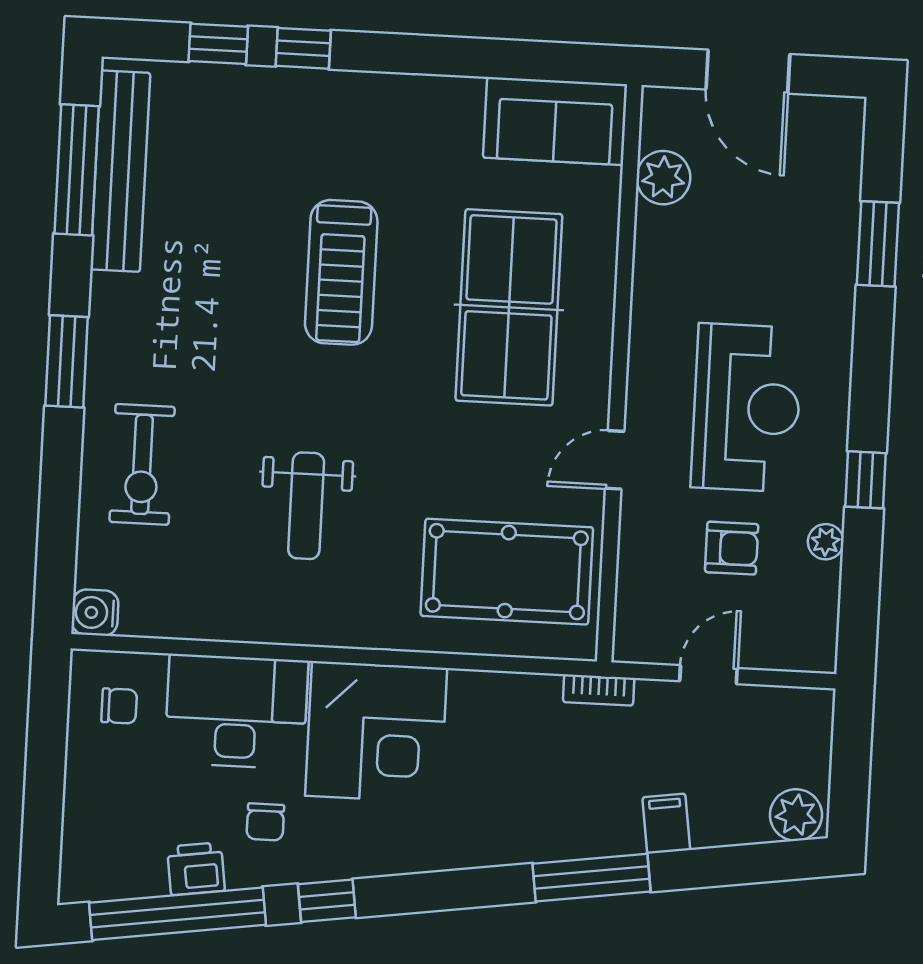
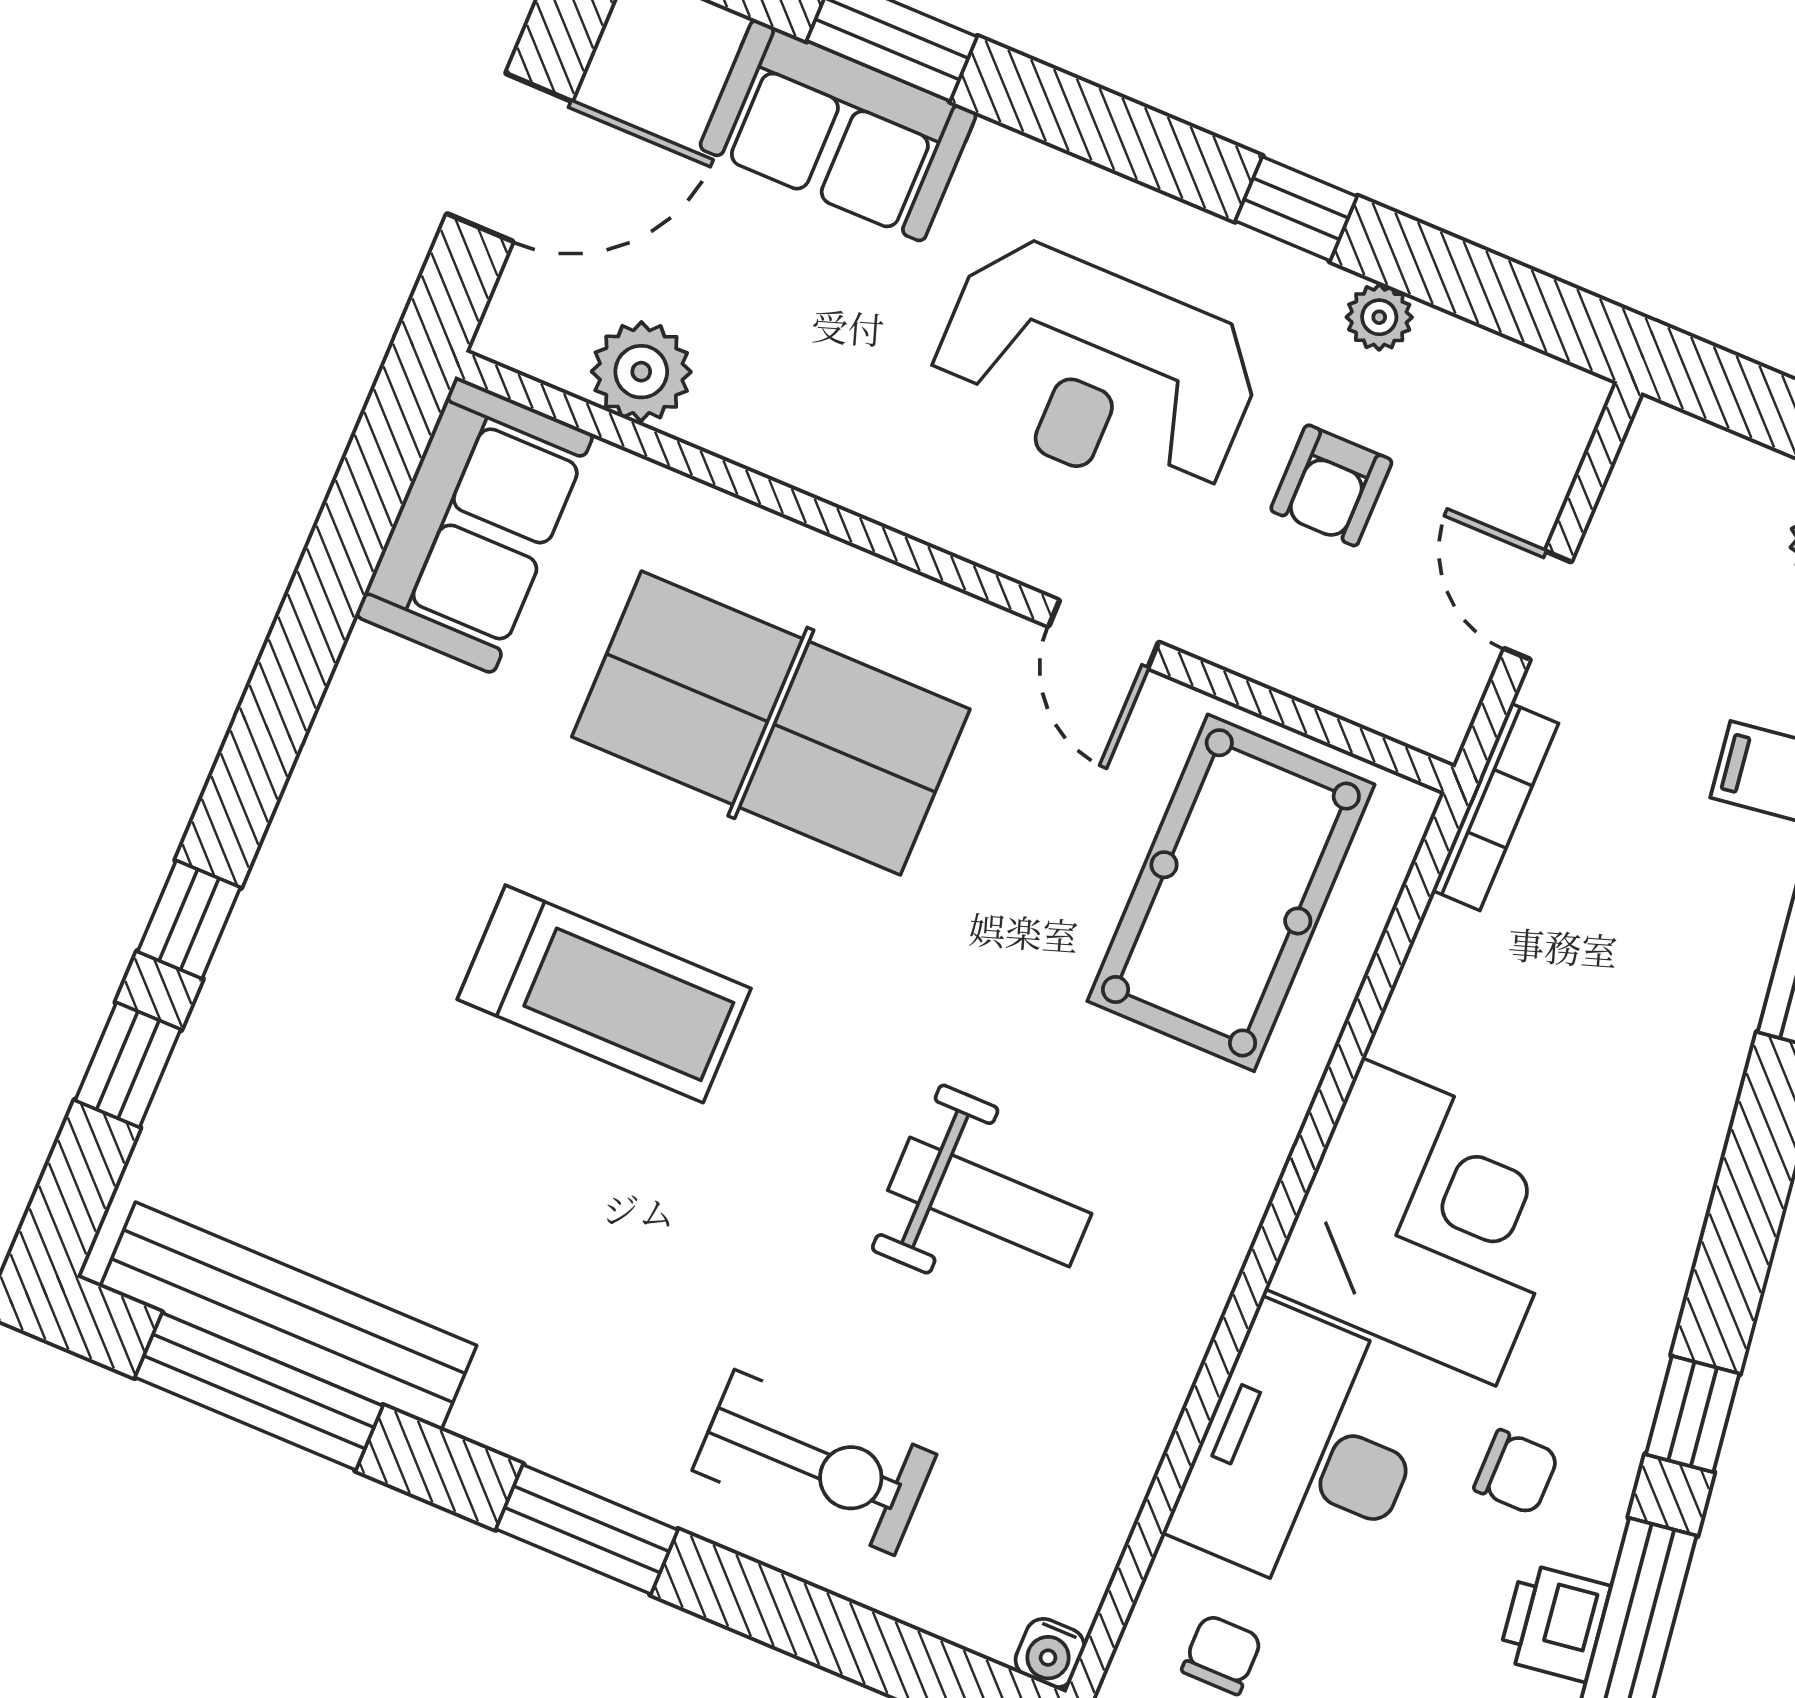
sofa: (822, 233) -> (838, 130), added
reception desk: (746, 408) -> (1095, 371), turned 180
armchair: (732, 548) -> (1331, 485), turned 180
water cooler: (95, 613) -> (1050, 1653), width x0.72, depth x0.72
bookcase: (599, 690) -> (1495, 807), width x1.56

